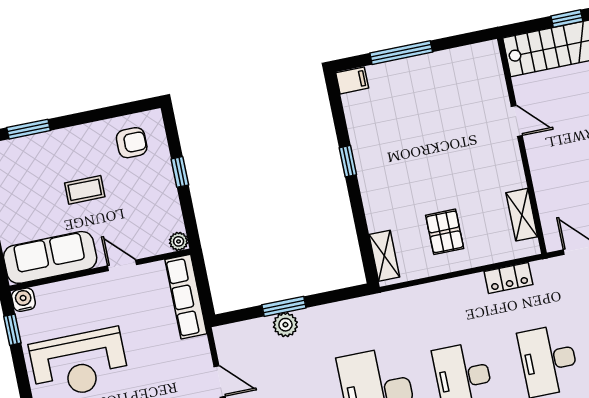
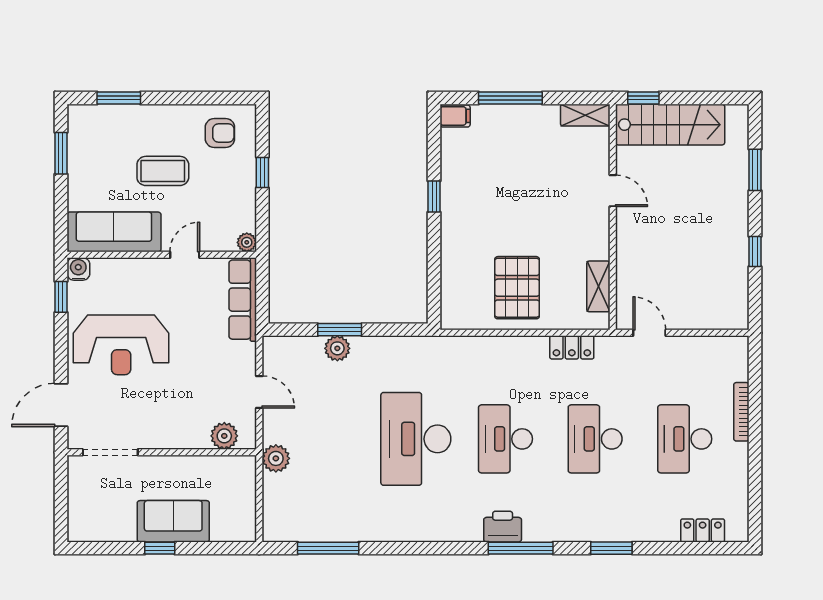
window: (567, 19) -> (643, 98), moved
coffee table: (85, 190) -> (163, 171), width x1.36, depth x1.30
pallet: (445, 232) -> (517, 288), width x1.50, depth x1.42
shelving: (384, 256) -> (585, 115), moved, turned 90
door: (122, 265) -> (185, 255), hinge flipped

